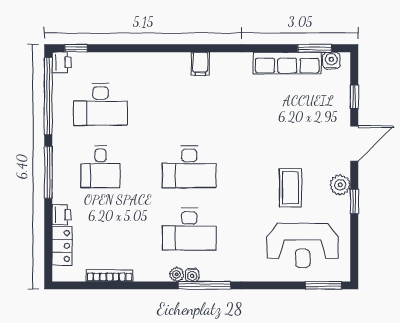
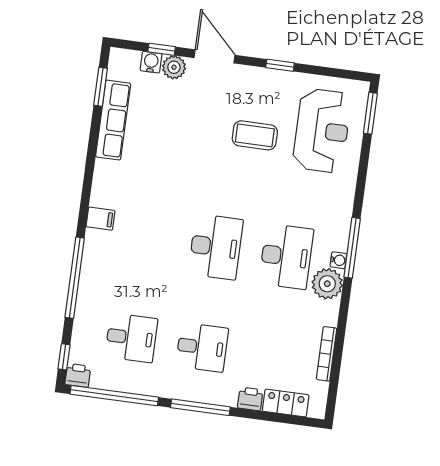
window: (146, 48) -> (75, 278), added
water cooler: (331, 61) -> (151, 62), moved, turned 90
desk: (101, 104) -> (131, 338), width x0.73
plant: (340, 185) -> (174, 67), moved
plant: (177, 274) -> (327, 284), width x1.88, depth x1.88

